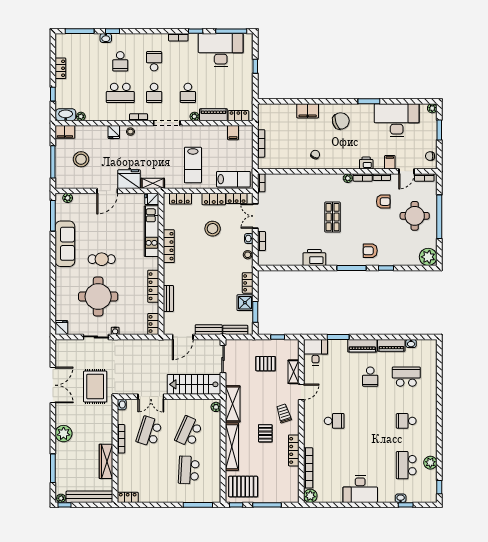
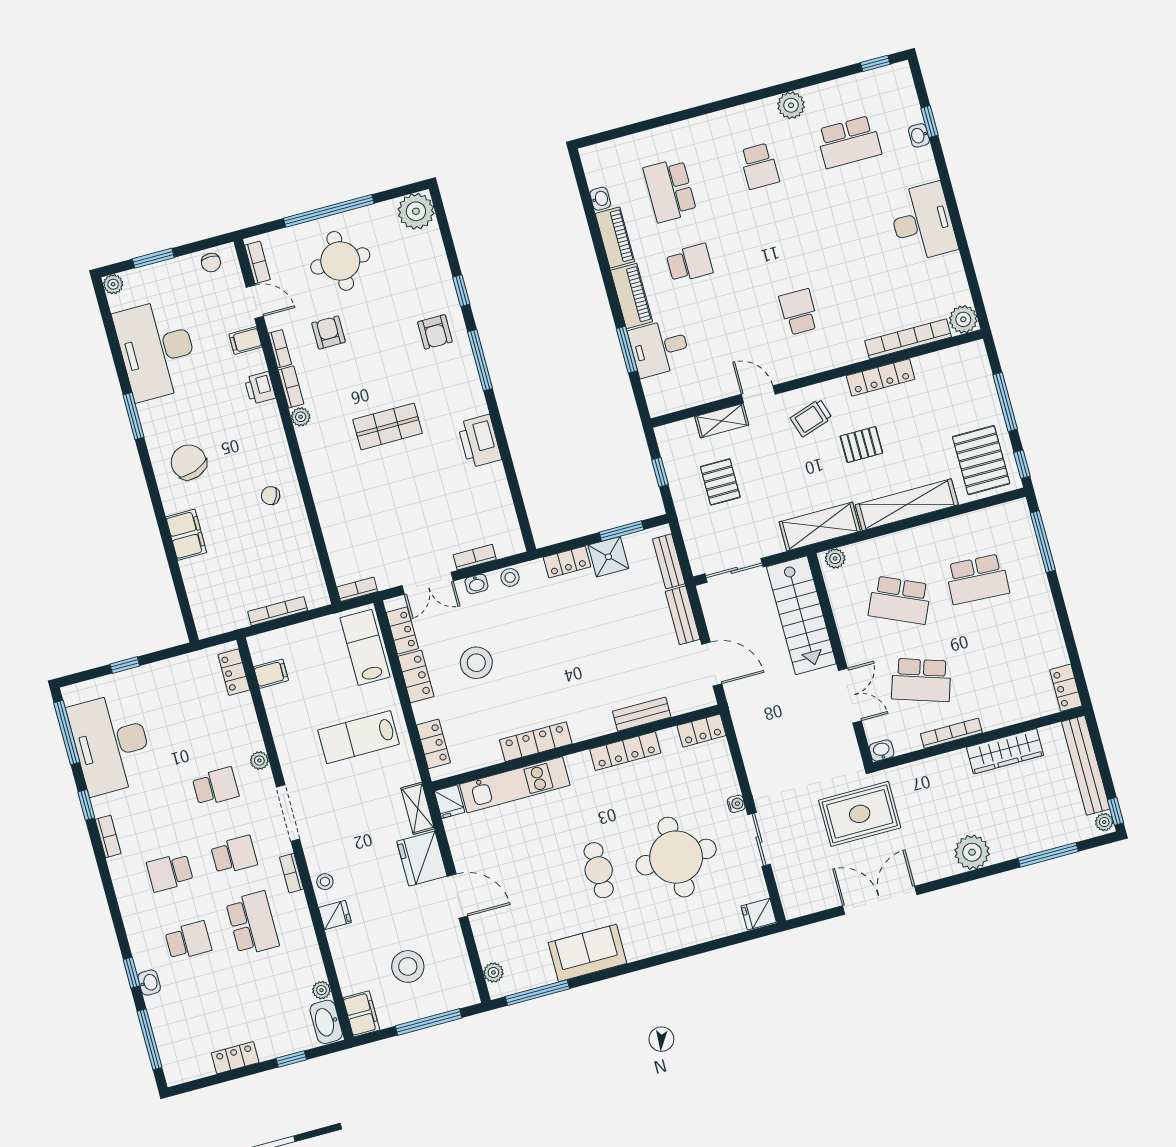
piano: (213, 115) -> (245, 723), removed
lab bench: (193, 165) -> (359, 737), turned 180
sofa: (65, 244) -> (588, 953), width x0.73
desk: (315, 352) -> (659, 348), moved
plant: (430, 463) -> (791, 105), moved

